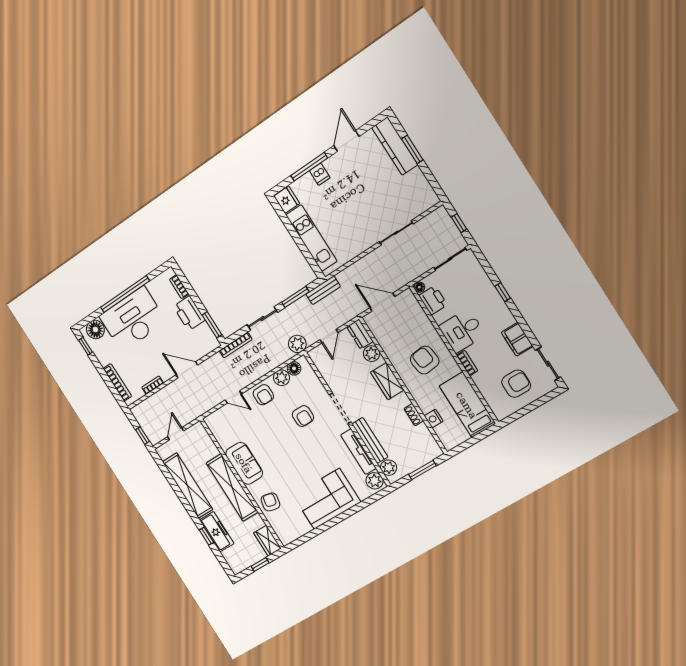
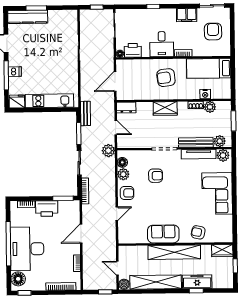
plant: (372, 354) -> (210, 107), moved
boiler: (163, 452) -> (124, 284), added

